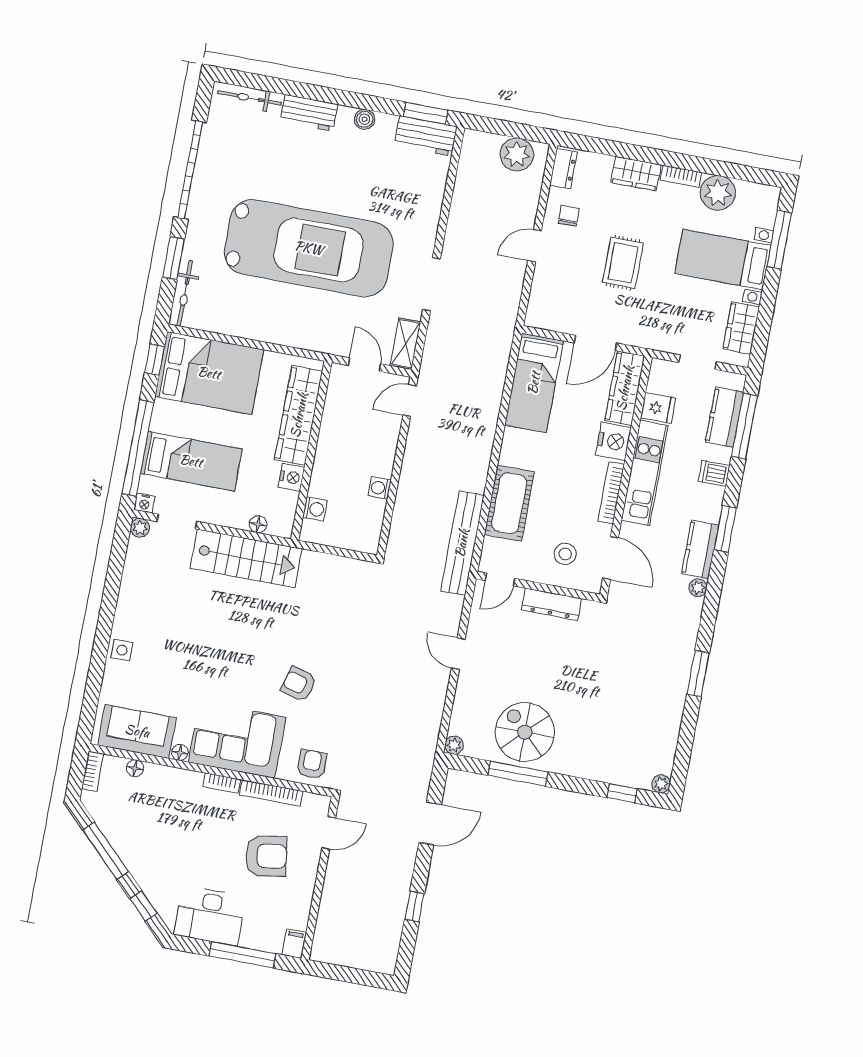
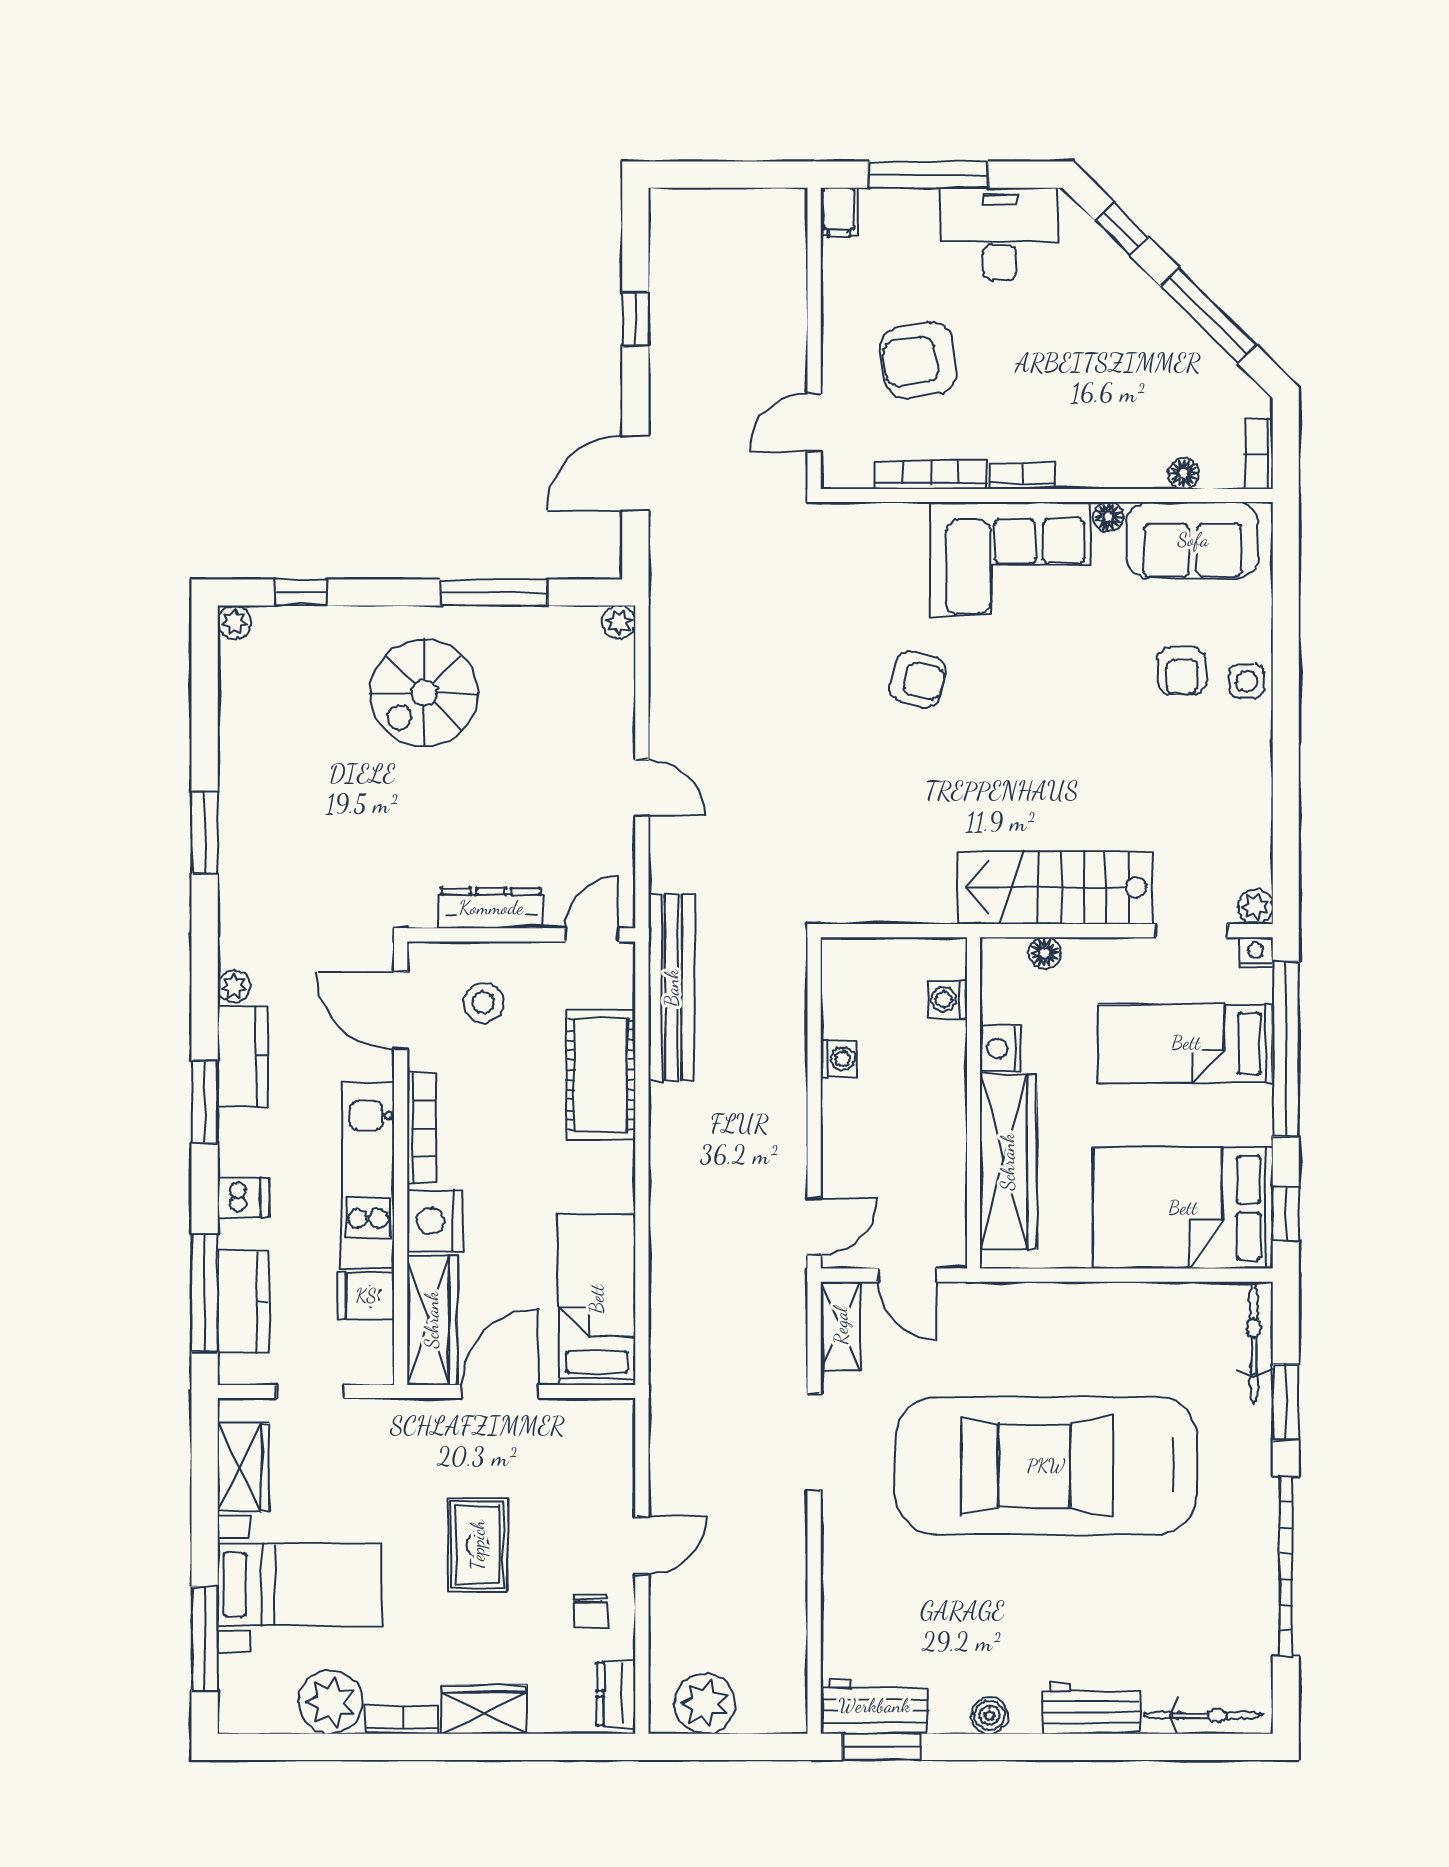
spiral stairs: (525, 732) -> (424, 693), moved, turned 90
armchair: (312, 764) -> (1182, 671), moved

